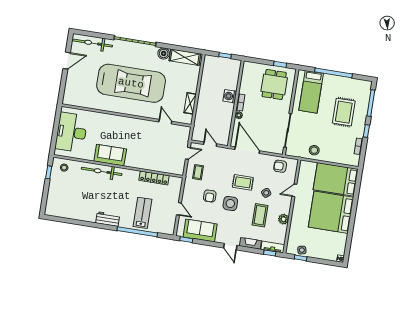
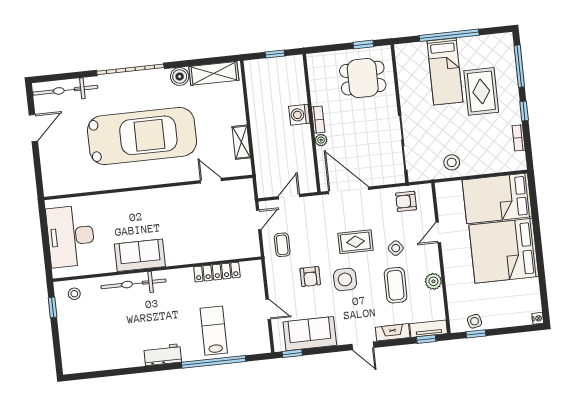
dining table: (274, 84) -> (363, 78), turned 90
bed: (311, 92) -> (445, 72), moved
door: (210, 144) -> (289, 197), hinge flipped

